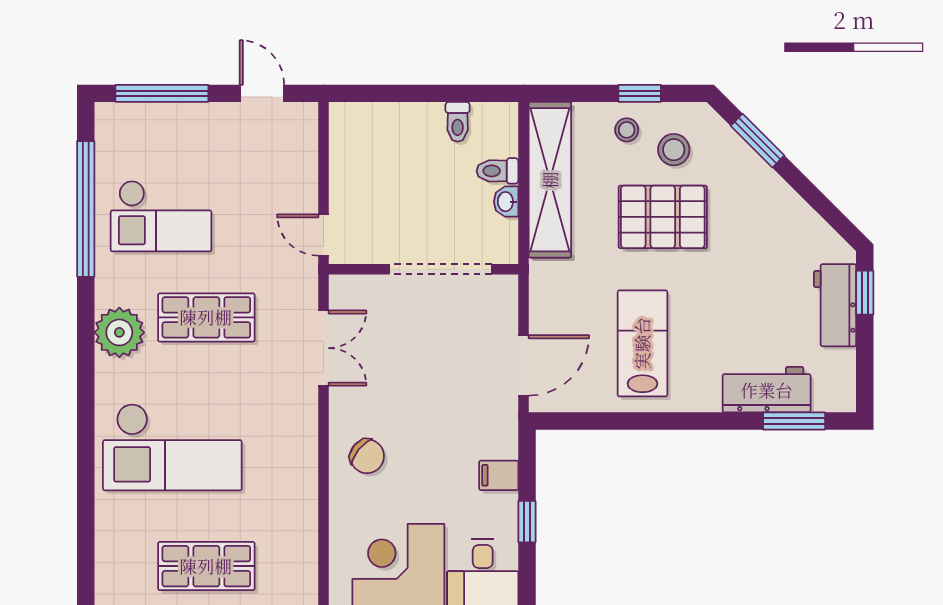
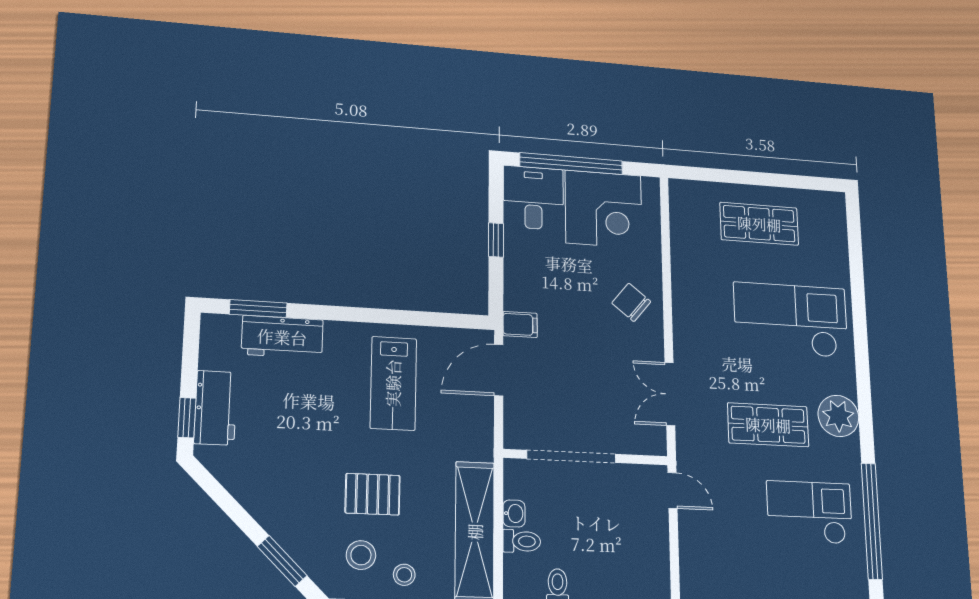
pallet: (663, 217) -> (373, 494), width x0.67, depth x0.71
filing cabinet: (499, 475) -> (520, 324), moved

